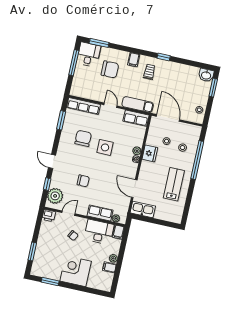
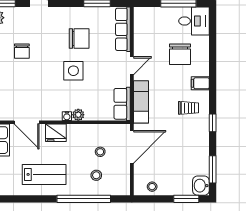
window: (99, 43) -> (213, 169), moved
fridge: (150, 153) -> (56, 133), moved
door: (134, 189) -> (27, 122), swing flipped

